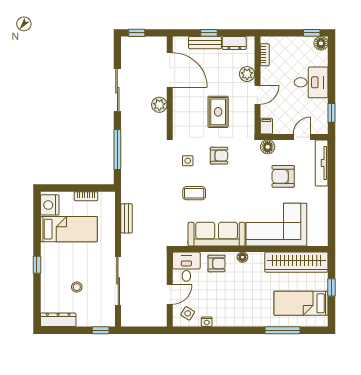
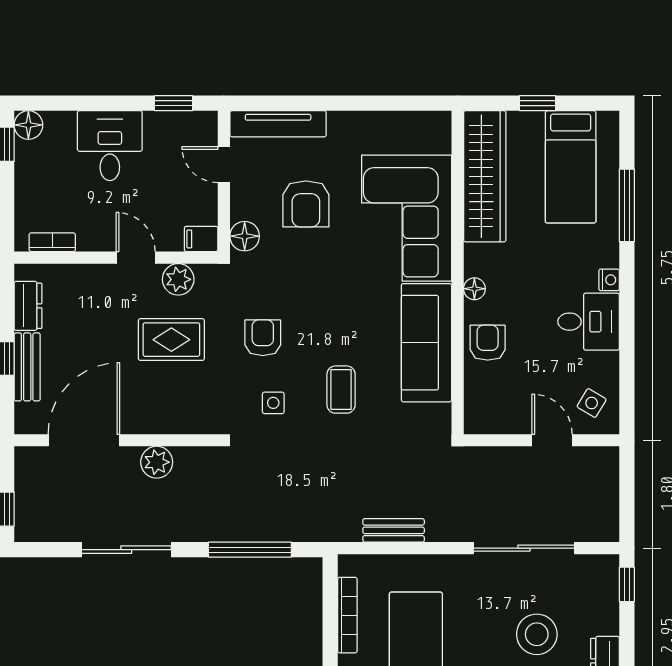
plant: (247, 74) -> (178, 279), moved
bookcase: (86, 196) -> (347, 615), width x1.56
desk: (186, 267) -> (589, 322), moved, turned 180
stool: (77, 287) -> (537, 634), width x1.89, depth x1.89
nightstand: (207, 322) -> (609, 280), moved

